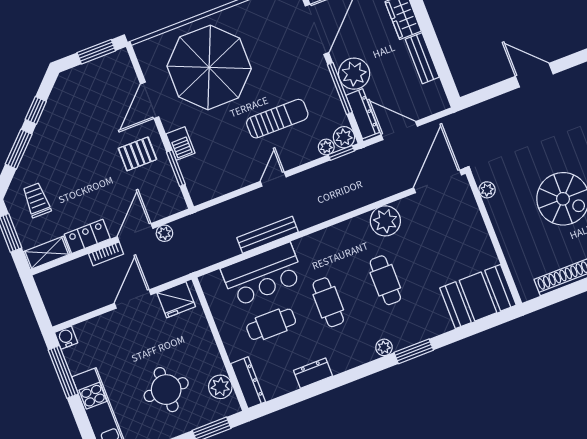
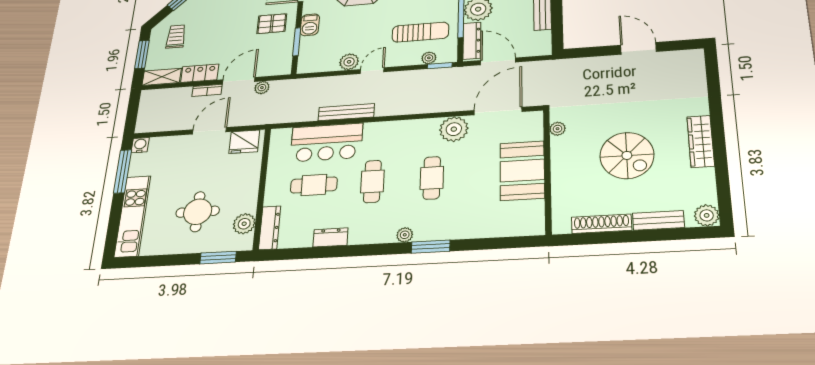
sun lounger: (277, 119) -> (420, 32), moved
plant: (344, 137) -> (349, 62), moved
door: (438, 181) -> (498, 111), moved
booth: (478, 296) -> (522, 171), moved, turned 90

